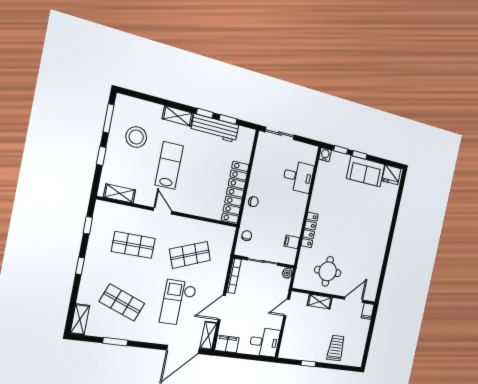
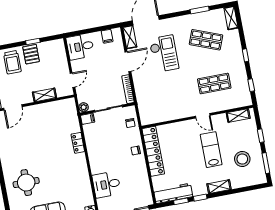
workbench: (215, 128) -> (173, 193), moved
lab bench: (169, 165) -> (211, 150), turned 180
locker: (310, 230) -> (78, 143), width x0.66
filing cabinet: (292, 242) -> (88, 119), moved
shop shelf: (190, 255) -> (169, 92), removed
round table: (328, 271) -> (26, 183), moved
filing cabinet: (227, 344) -> (107, 36), width x0.50
pallet: (315, 351) -> (31, 54), added

